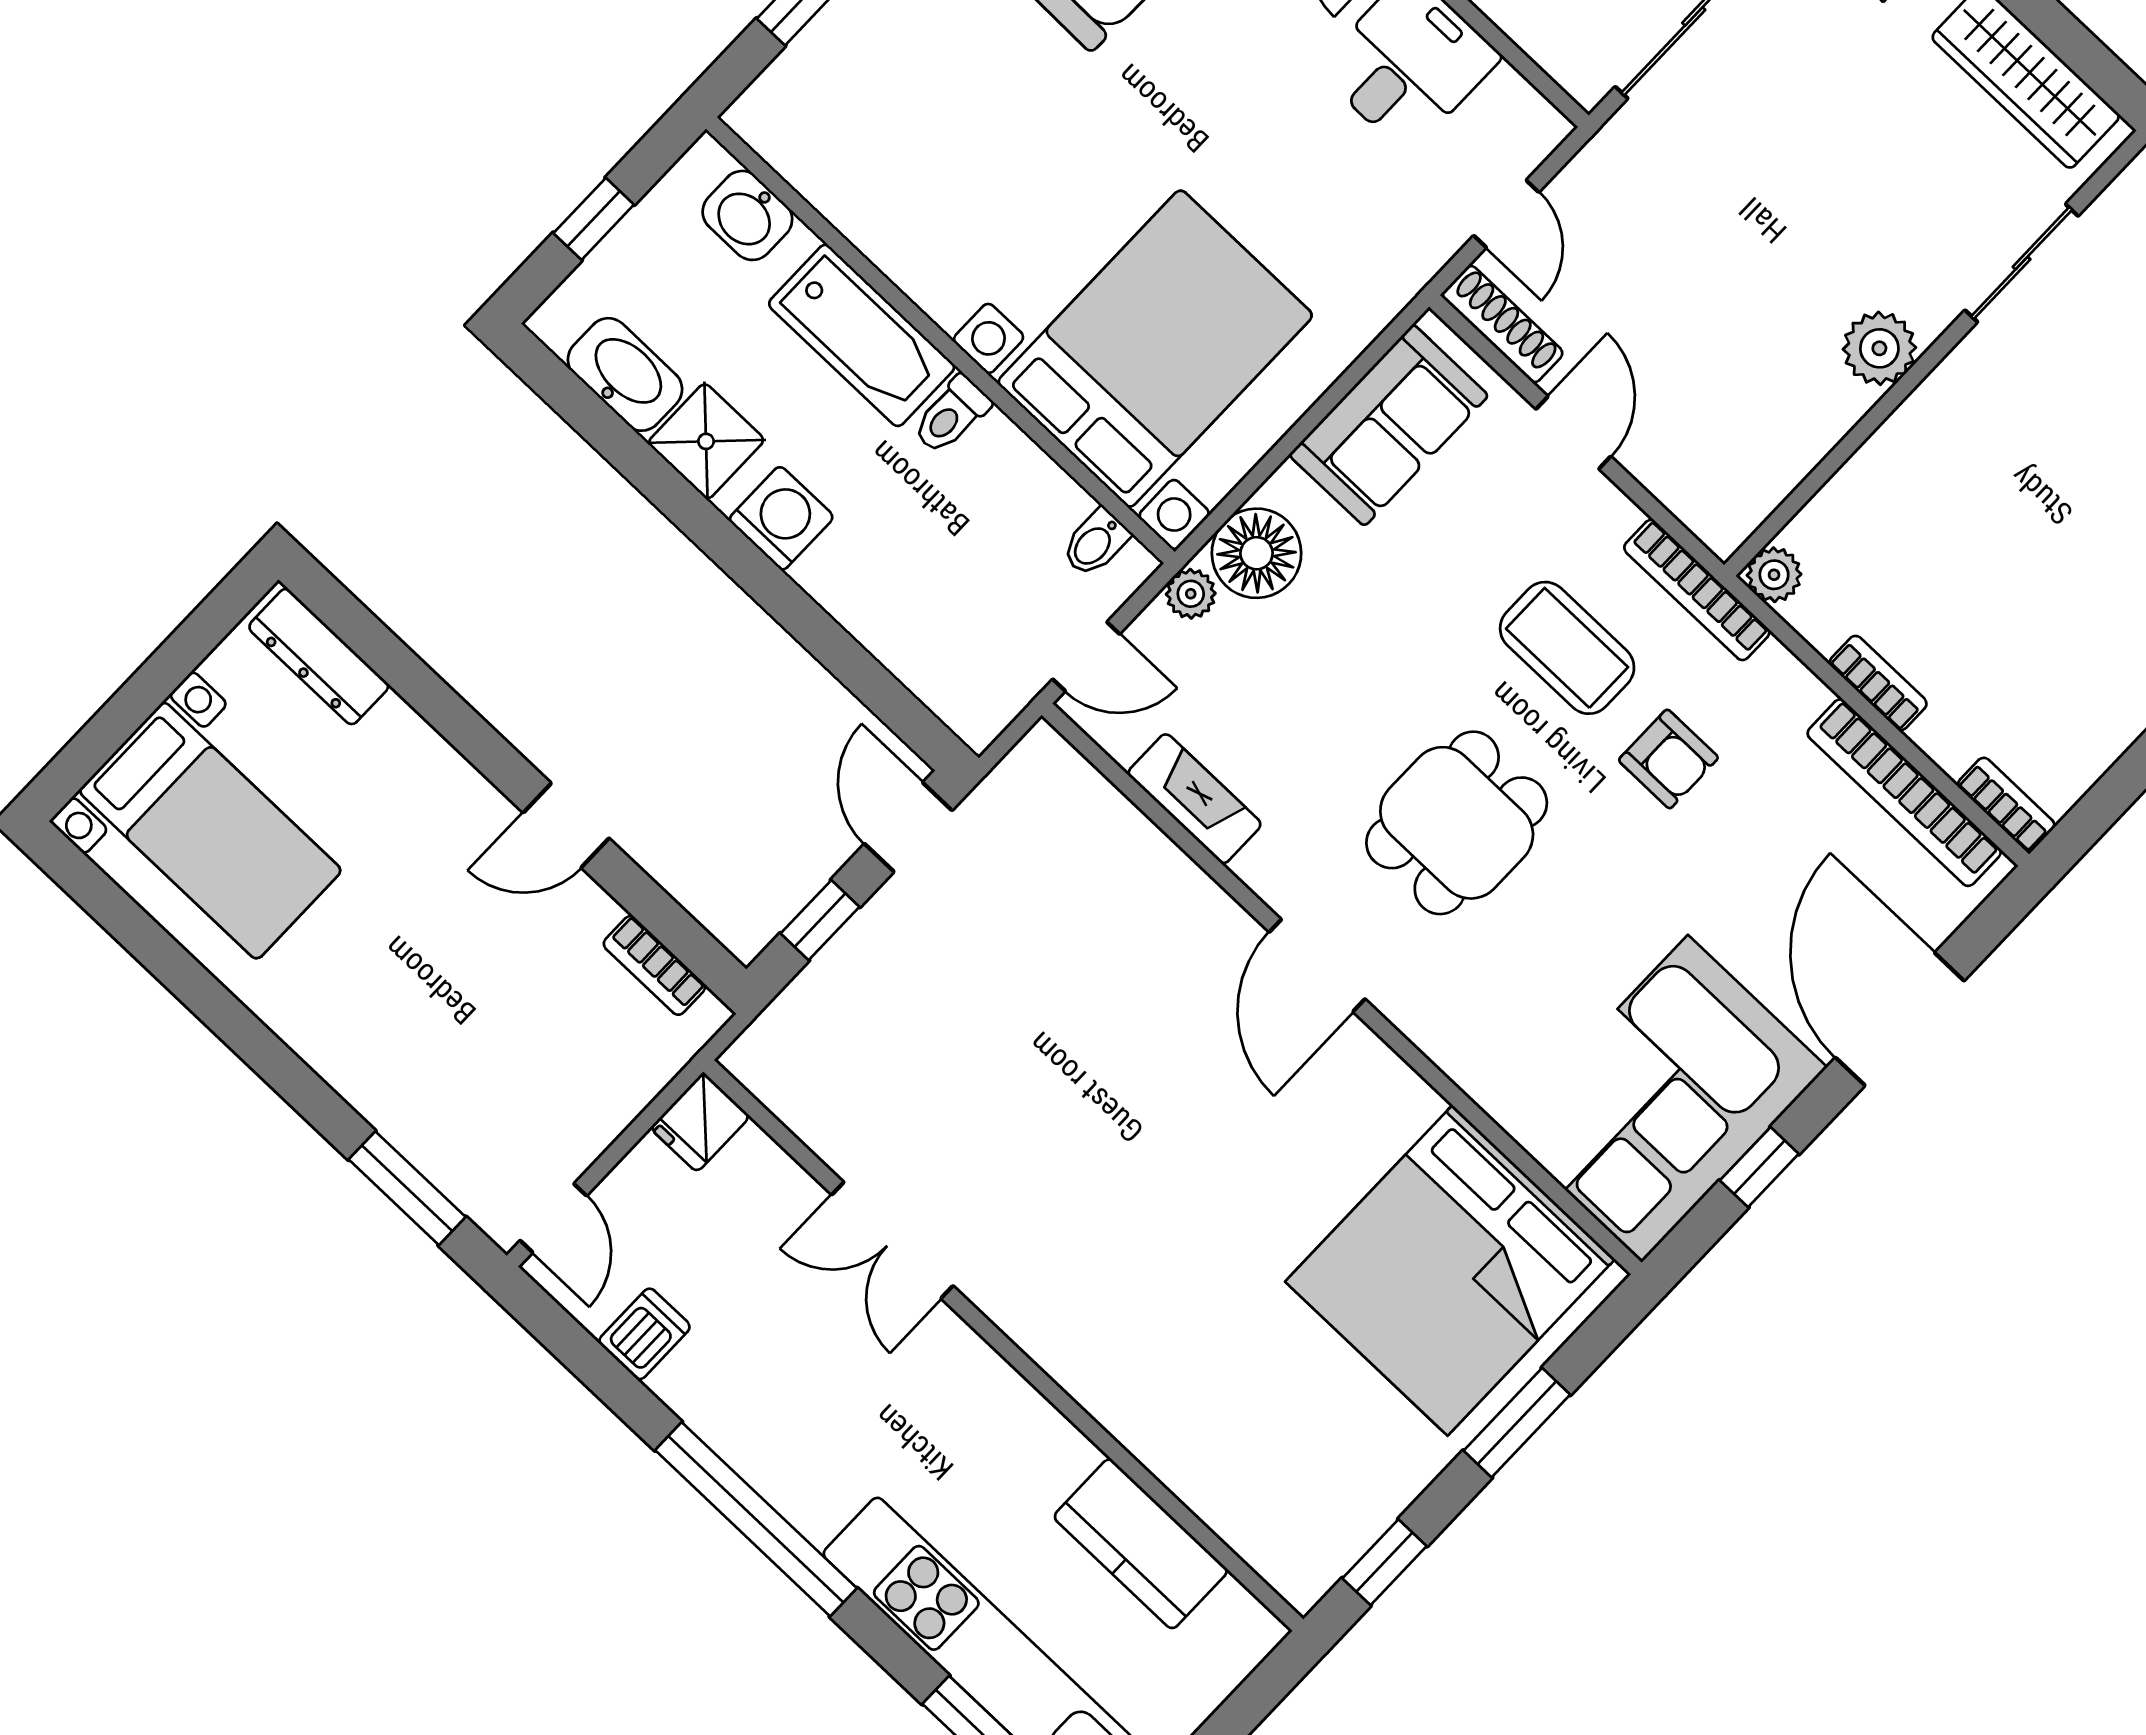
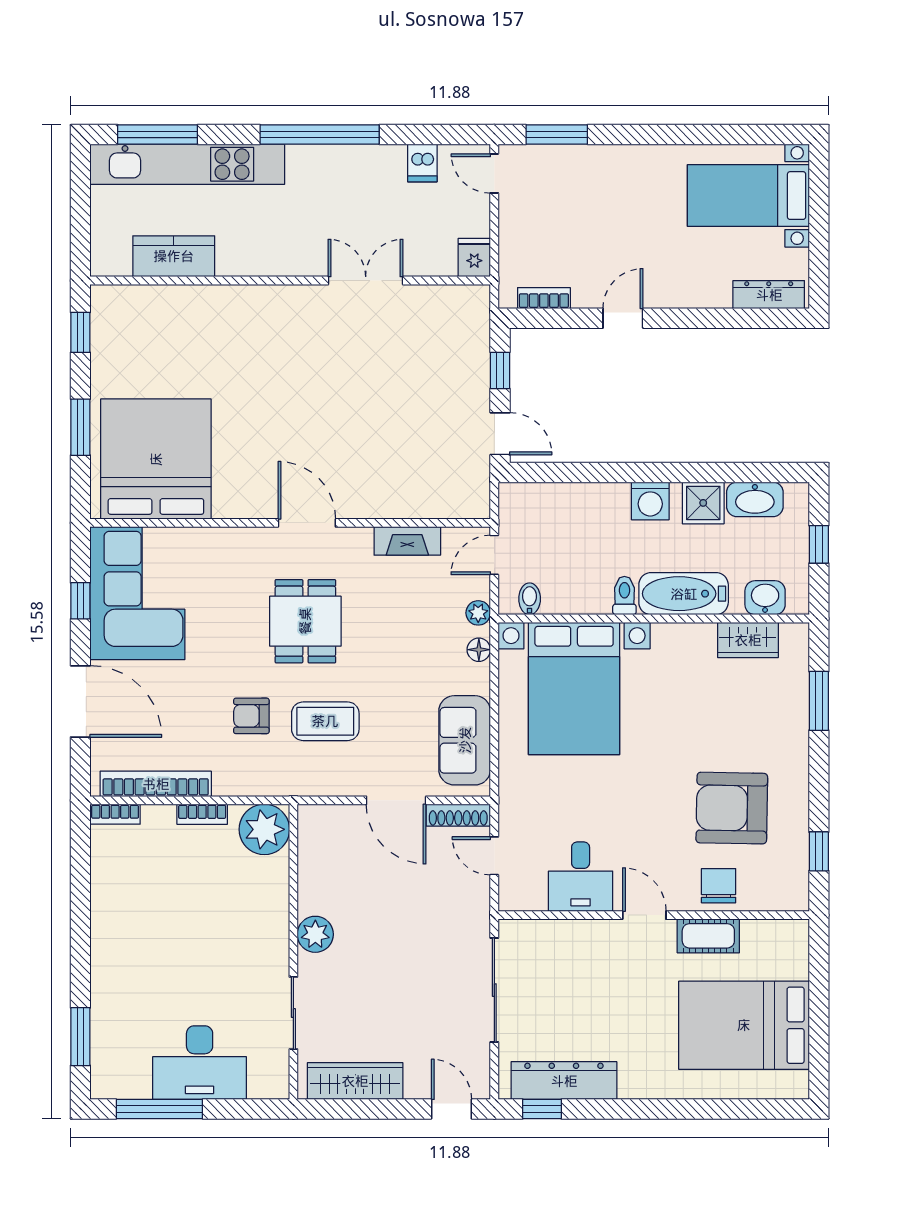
wardrobe: (832, 177) -> (748, 640), added
door: (1573, 433) -> (396, 800), width x1.38
floor lamp: (1257, 553) -> (479, 650), width x0.53, depth x0.53
plant: (1774, 575) -> (264, 829), width x1.88, depth x1.88
bookcase: (1697, 590) -> (299, 786), removed

